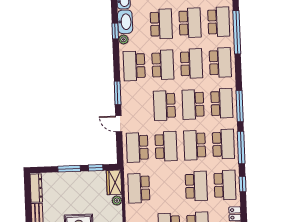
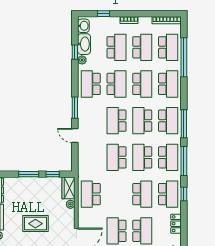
school desk: (166, 146) -> (116, 157), turned 180
school desk: (137, 147) -> (91, 157), removed

